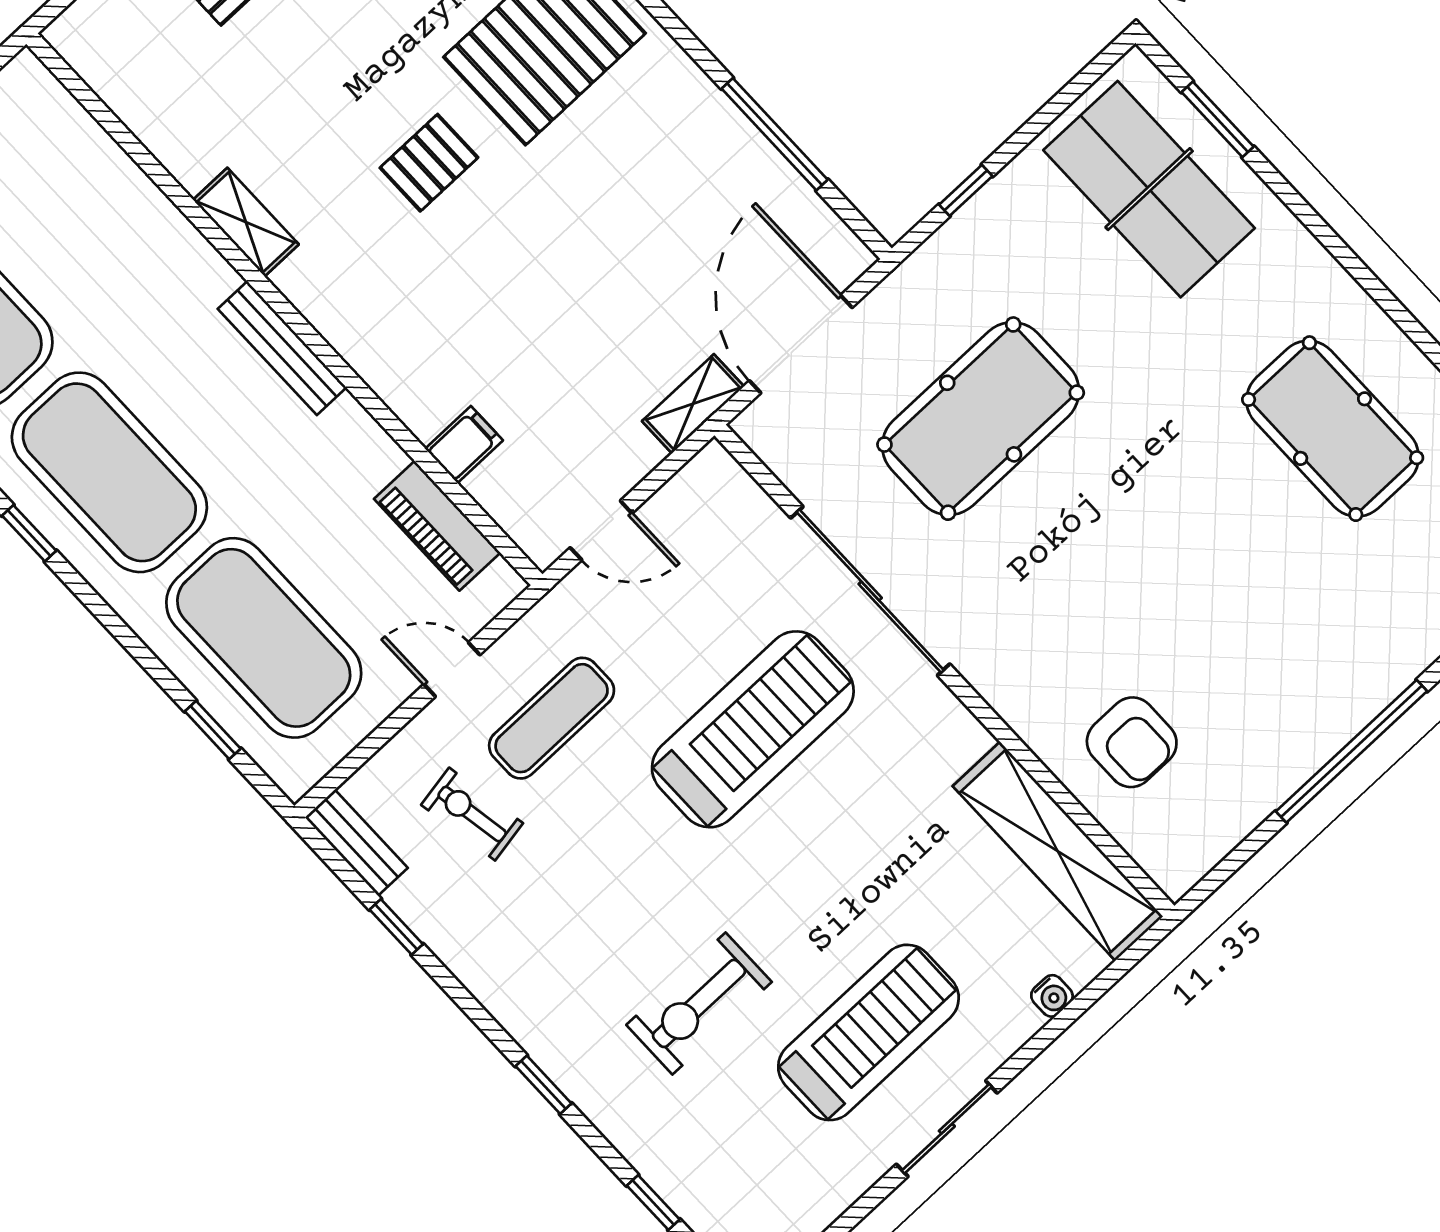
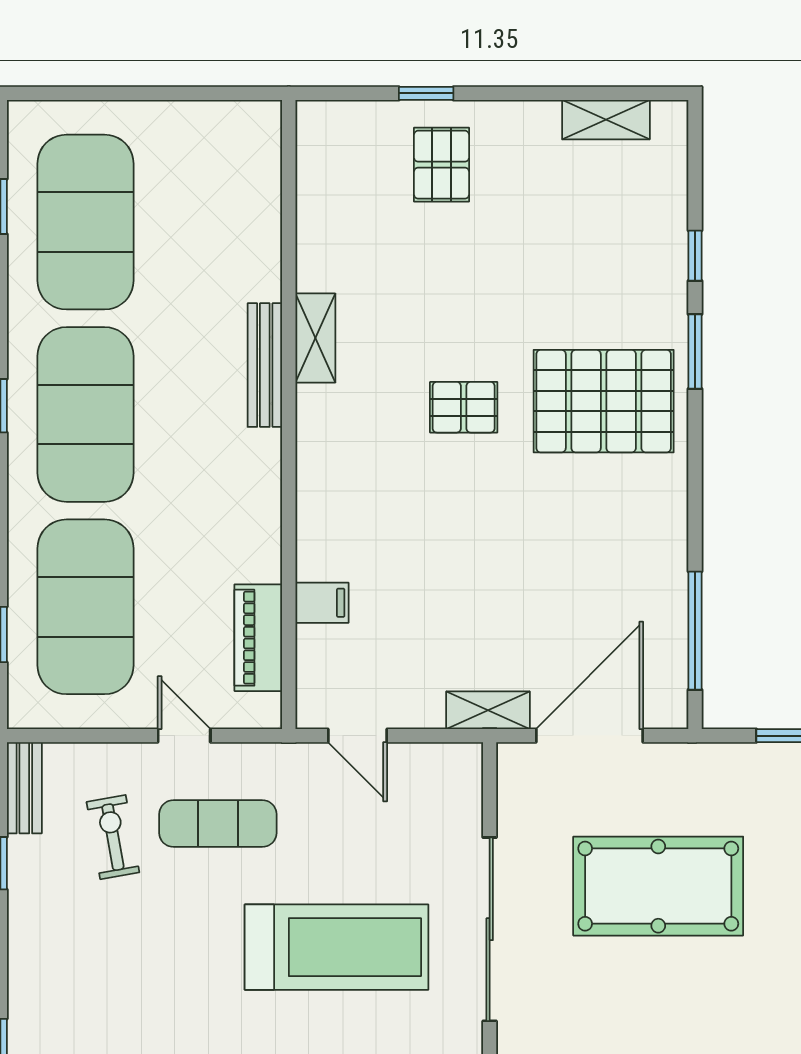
window: (775, 134) -> (695, 631), moved
bench: (282, 348) -> (265, 365), moved

